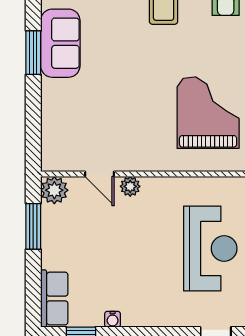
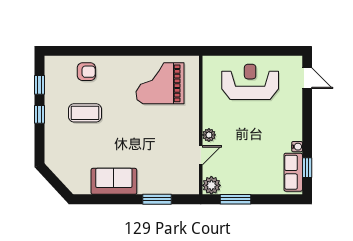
window: (33, 53) -> (157, 199), moved
row of seats: (54, 299) -> (293, 172), moved, turned -90

